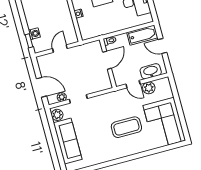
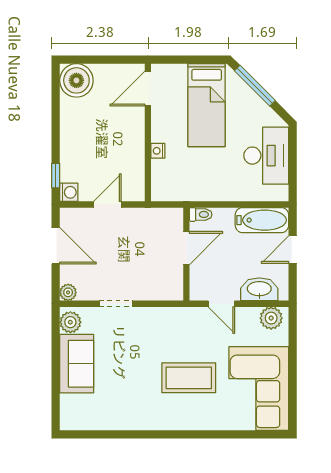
washing machine: (34, 34) -> (69, 192), moved
door: (162, 46) -> (293, 250), hinge flipped
door: (41, 87) -> (56, 246), moved
plant: (149, 88) -> (271, 318), moved
plant: (62, 97) -> (68, 292), moved
sofa: (68, 141) -> (77, 364), width x0.73

